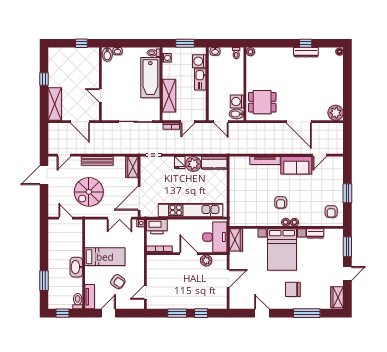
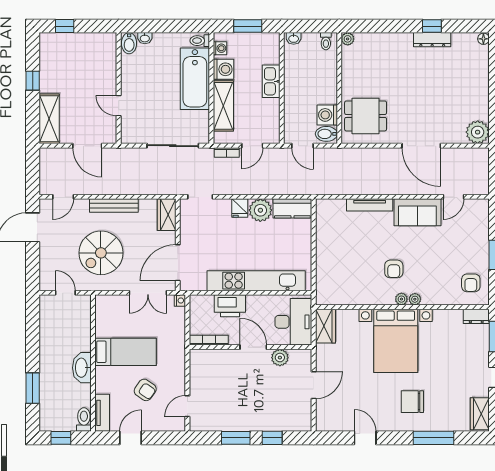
window: (81, 43) -> (65, 26), moved
washing machine: (199, 61) -> (223, 69), moved, turned 180
printer: (157, 227) -> (230, 306), moved
dresser: (315, 233) -> (476, 316), moved

